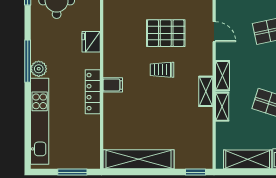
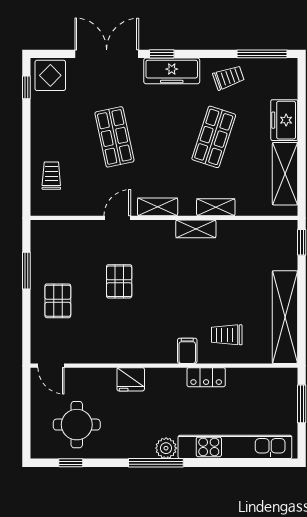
pallet: (166, 33) -> (119, 281), width x0.67, depth x0.71
trolley: (162, 70) -> (227, 335), moved, turned 90
shelving: (222, 76) -> (158, 207), moved
locker: (93, 92) -> (206, 377), width x0.66

